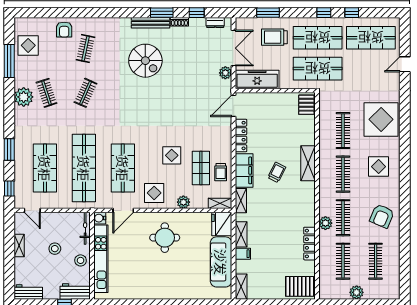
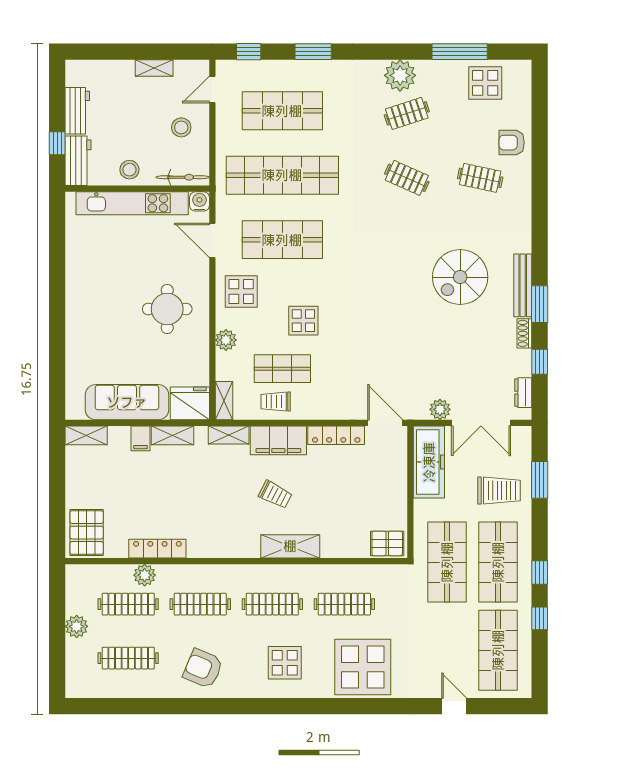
trolley: (274, 37) -> (499, 491), turned 90
plant: (325, 223) -> (145, 575), moved
stool: (55, 249) -> (181, 127), moved
workbench: (28, 292) -> (77, 111), moved

